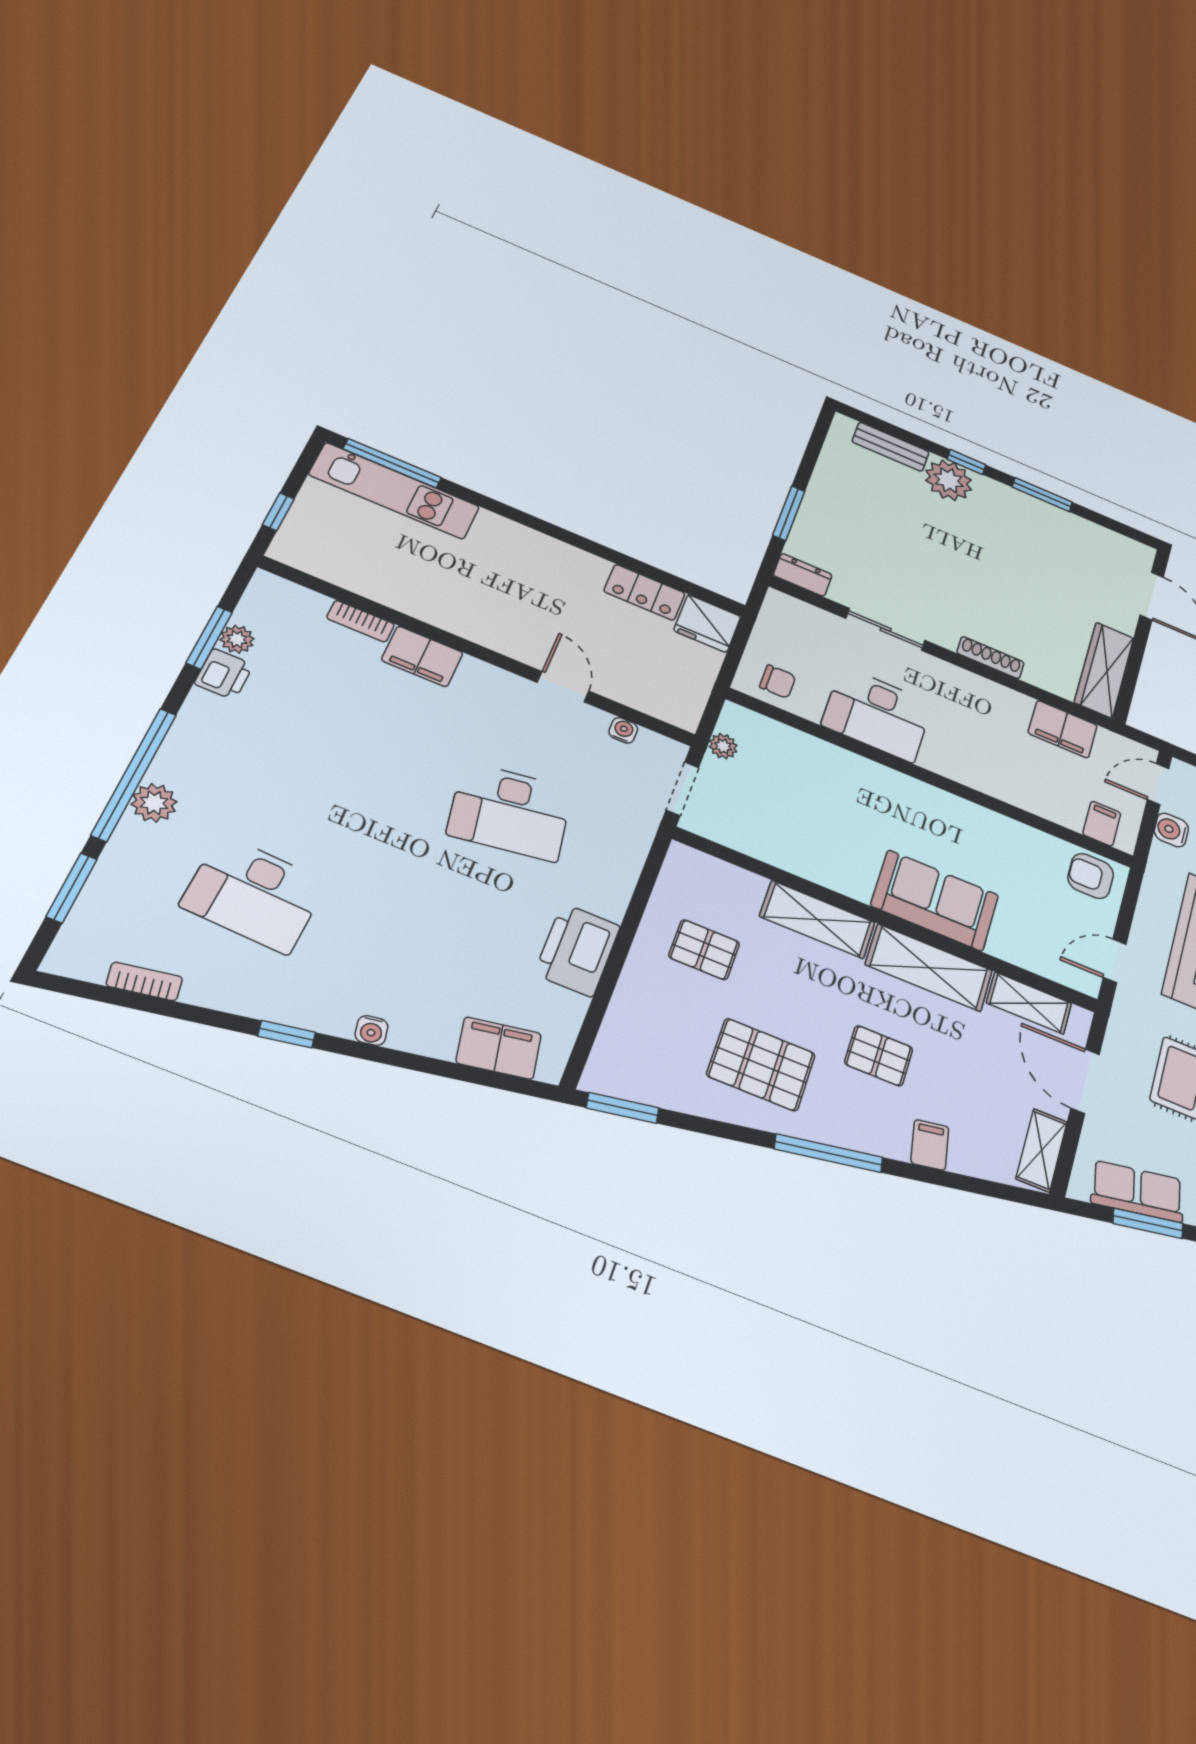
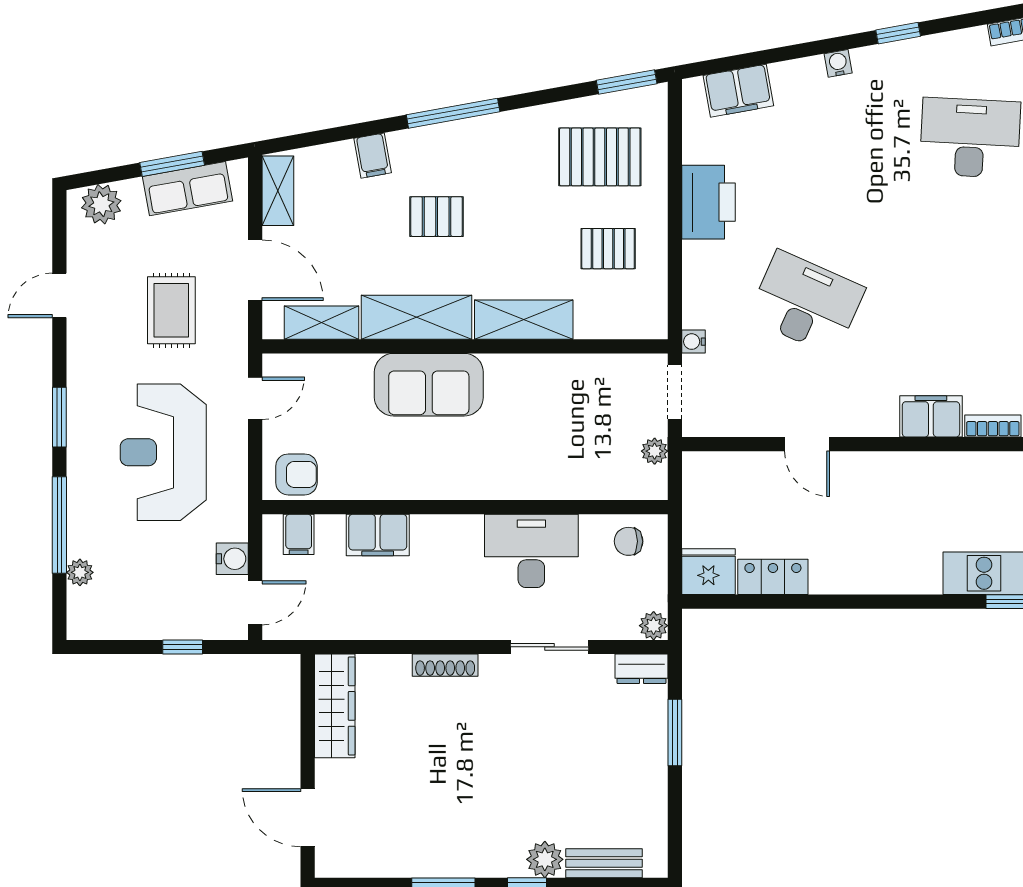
plant: (949, 480) -> (545, 859), width x0.73, depth x0.73
plant: (778, 603) -> (654, 626), added
filing cabinet: (1063, 729) -> (378, 535), moved, turned 180
water cooler: (623, 730) -> (693, 342), moved, turned 90
desk: (510, 811) -> (806, 303), turned 33
pallet: (761, 1065) -> (600, 157), moved

